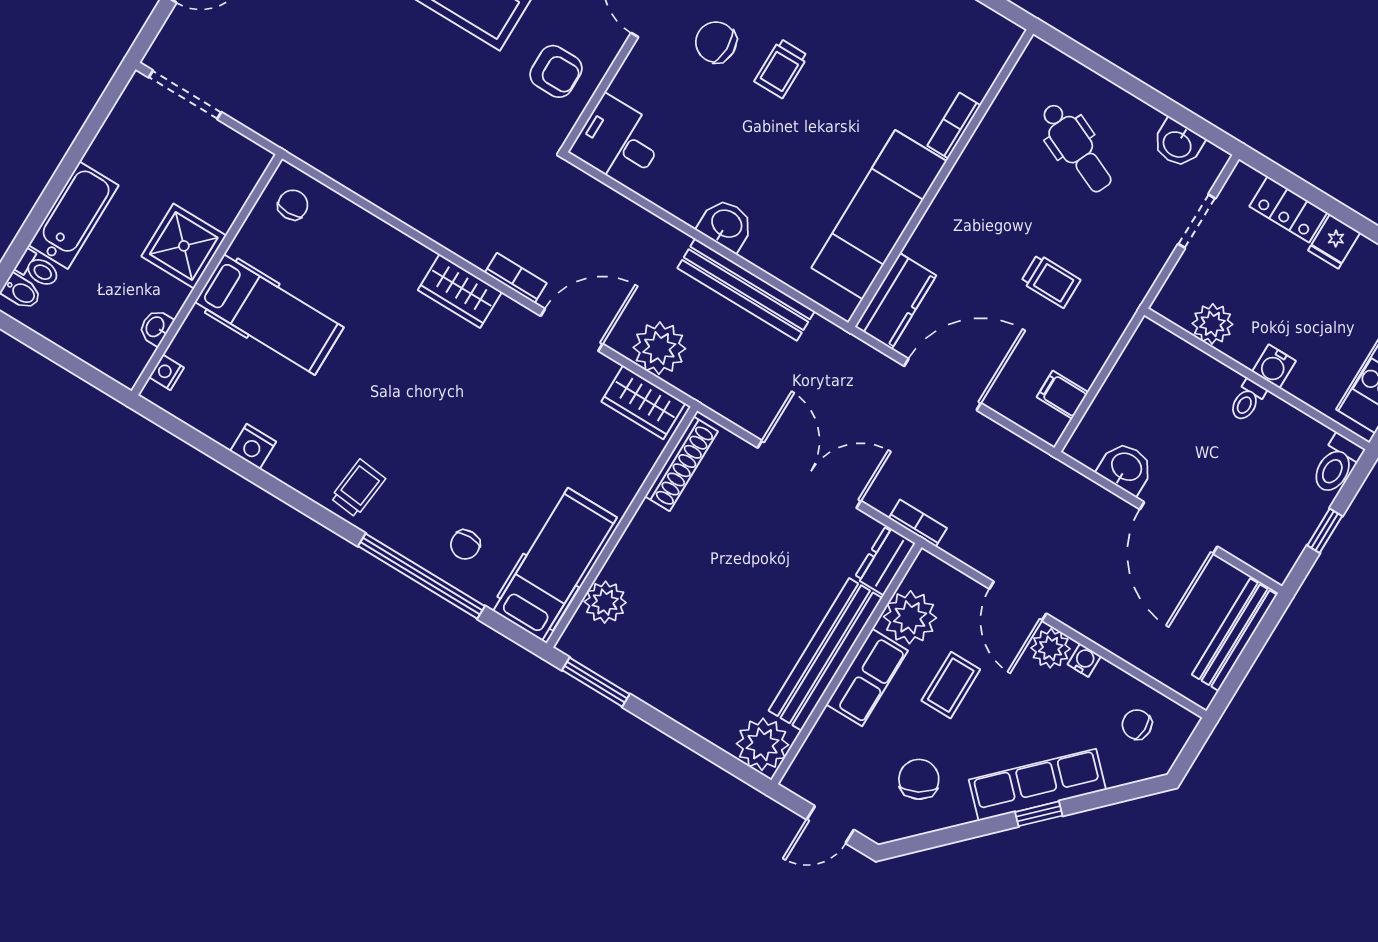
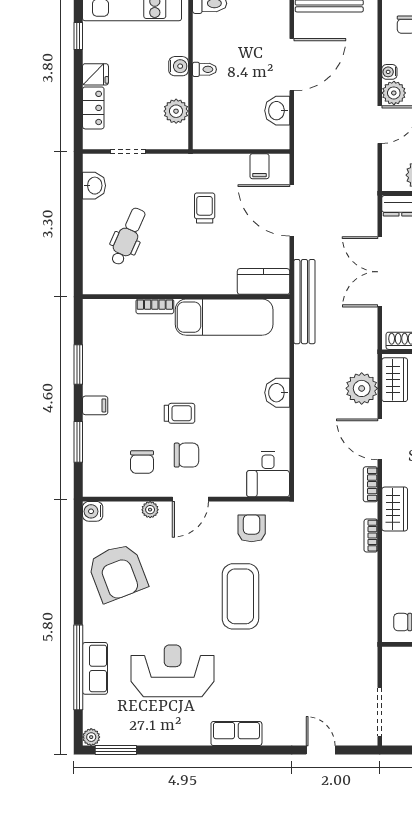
chair: (716, 42) -> (186, 455), turned -90
bench: (746, 290) -> (304, 302), moved
door: (943, 384) -> (292, 210), moved
bookcase: (918, 523) -> (371, 536), moved

